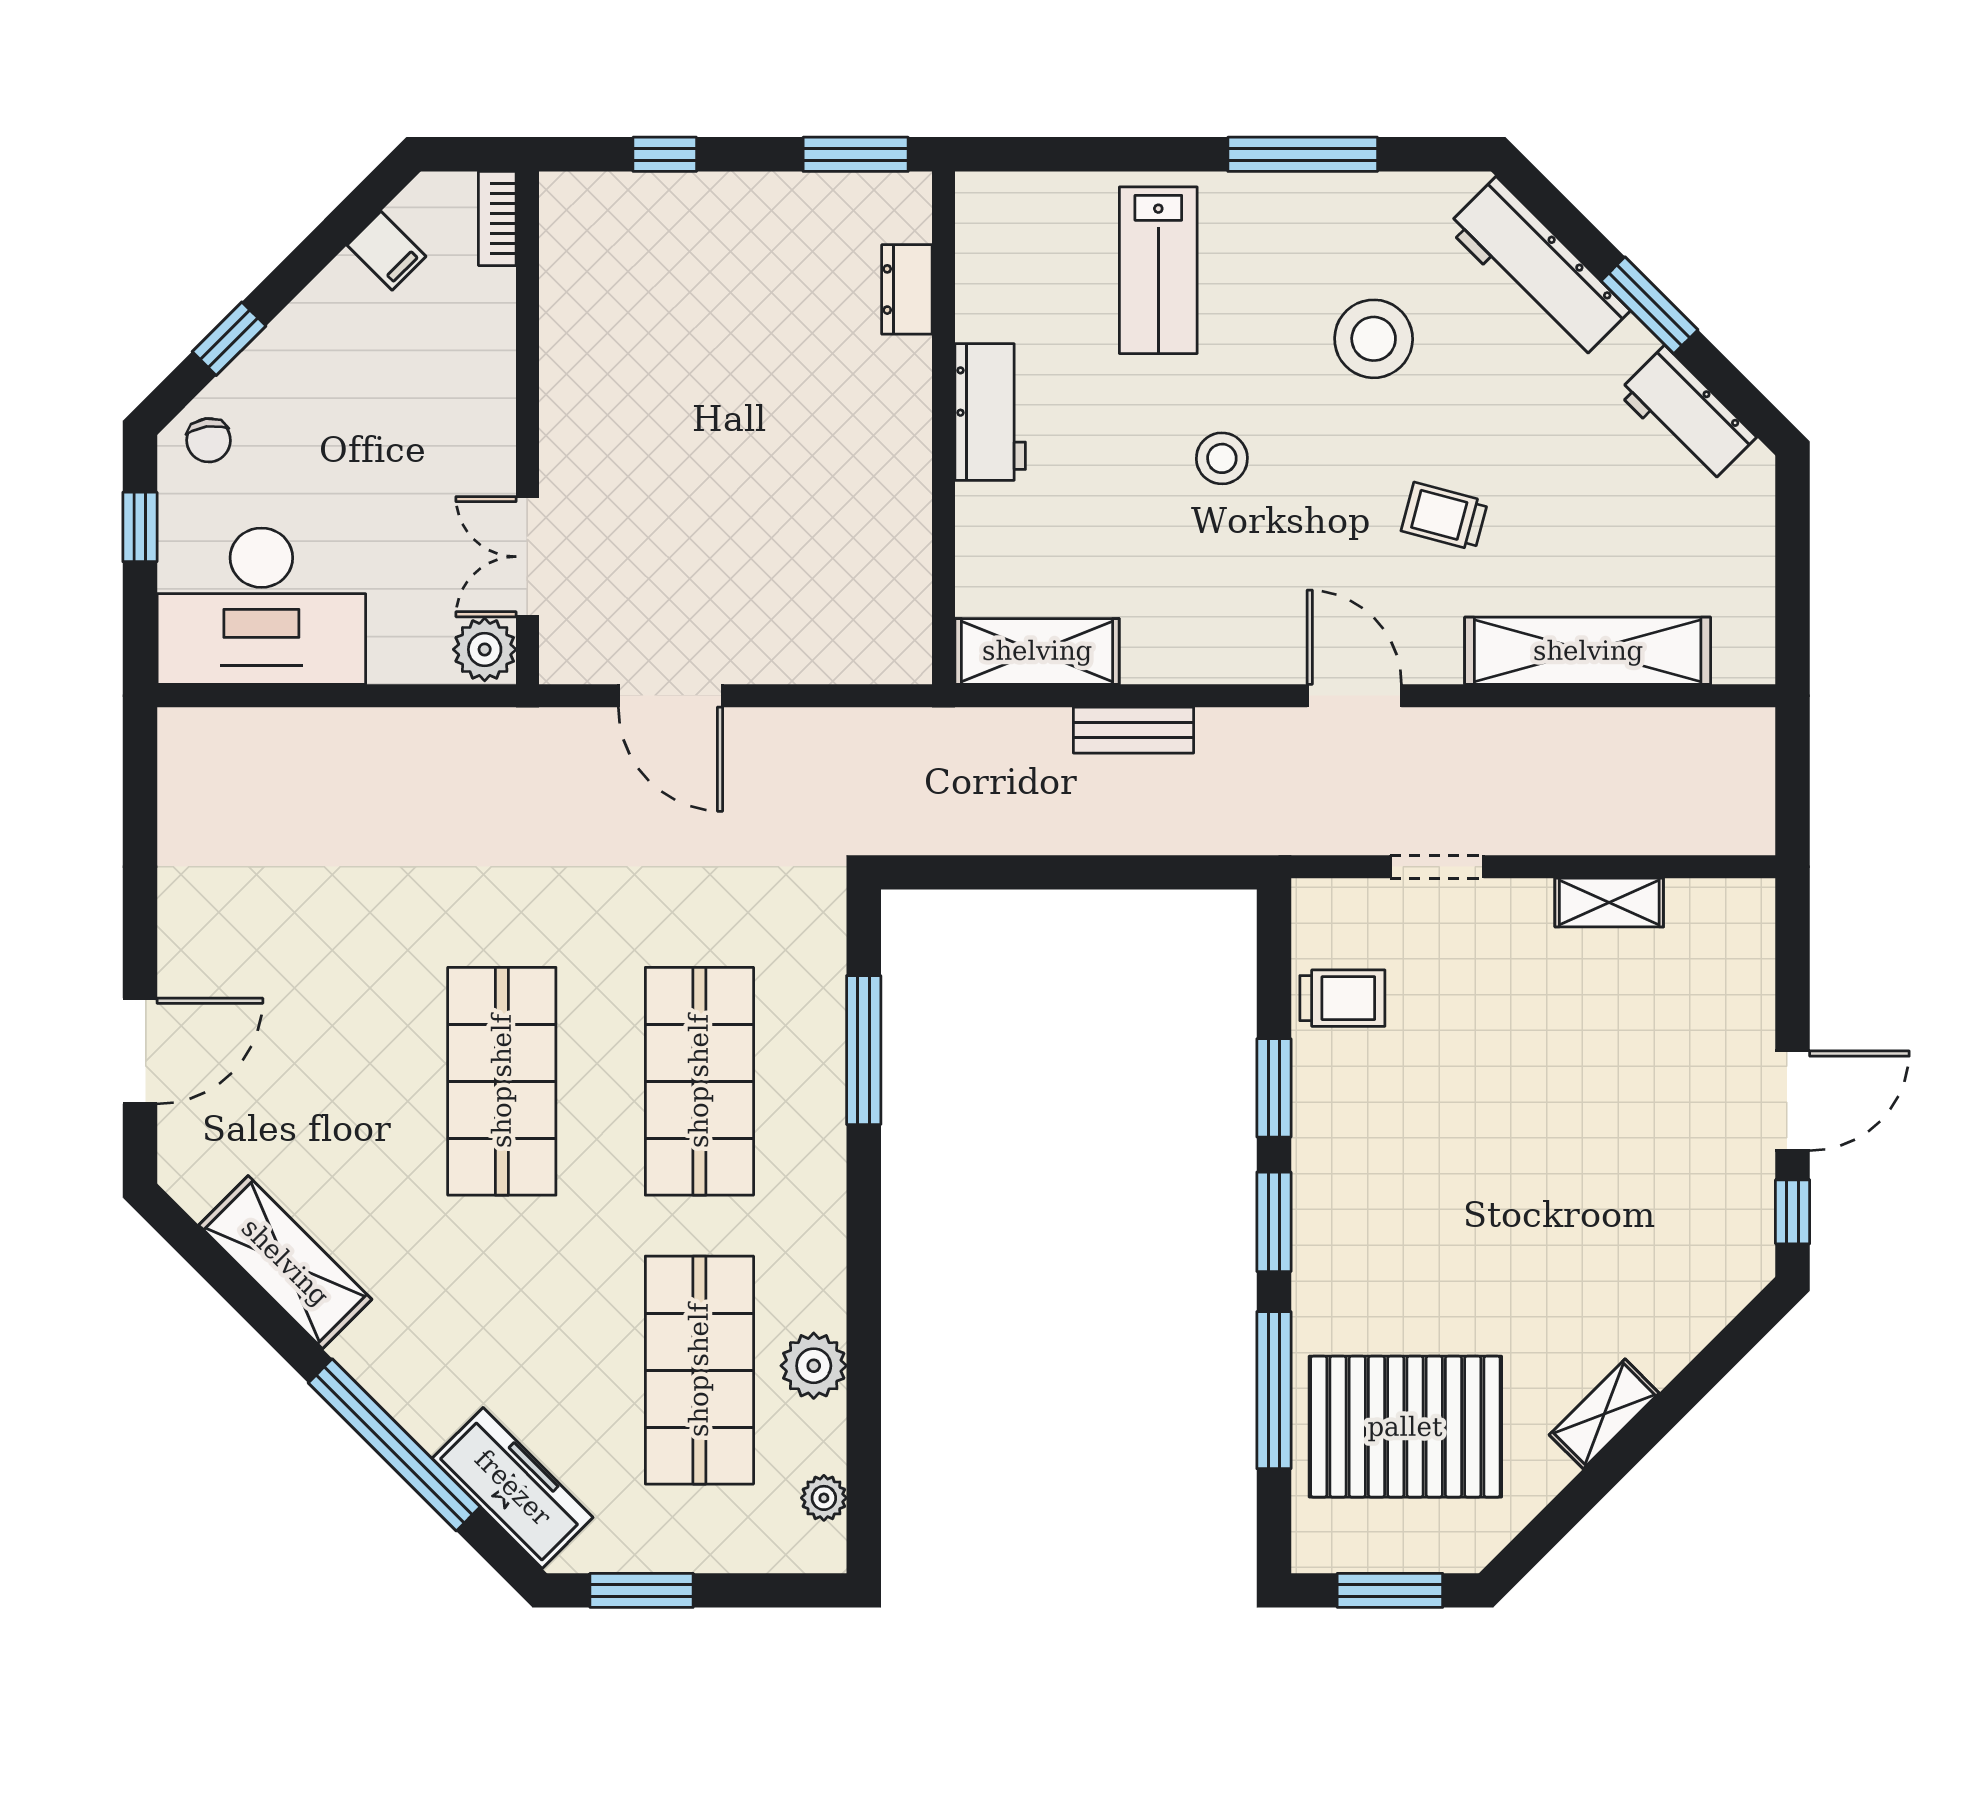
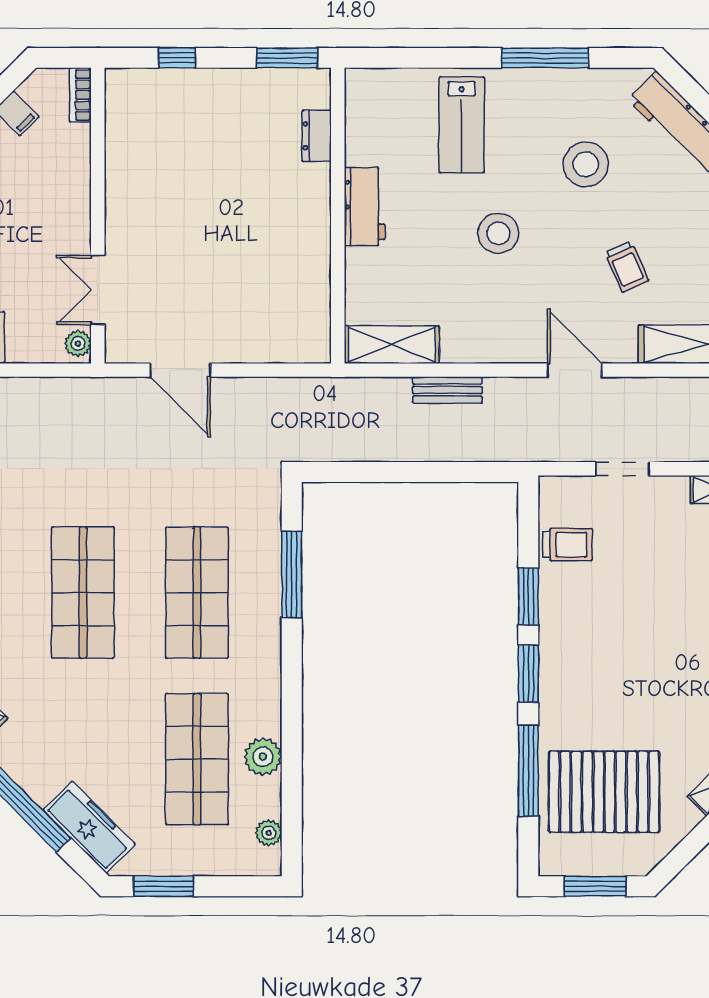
stool: (1222, 458) -> (498, 233), width x1.38, depth x1.38
trolley: (1444, 516) -> (627, 267), turned -129
plant: (485, 649) -> (78, 343), width x0.73, depth x0.73

